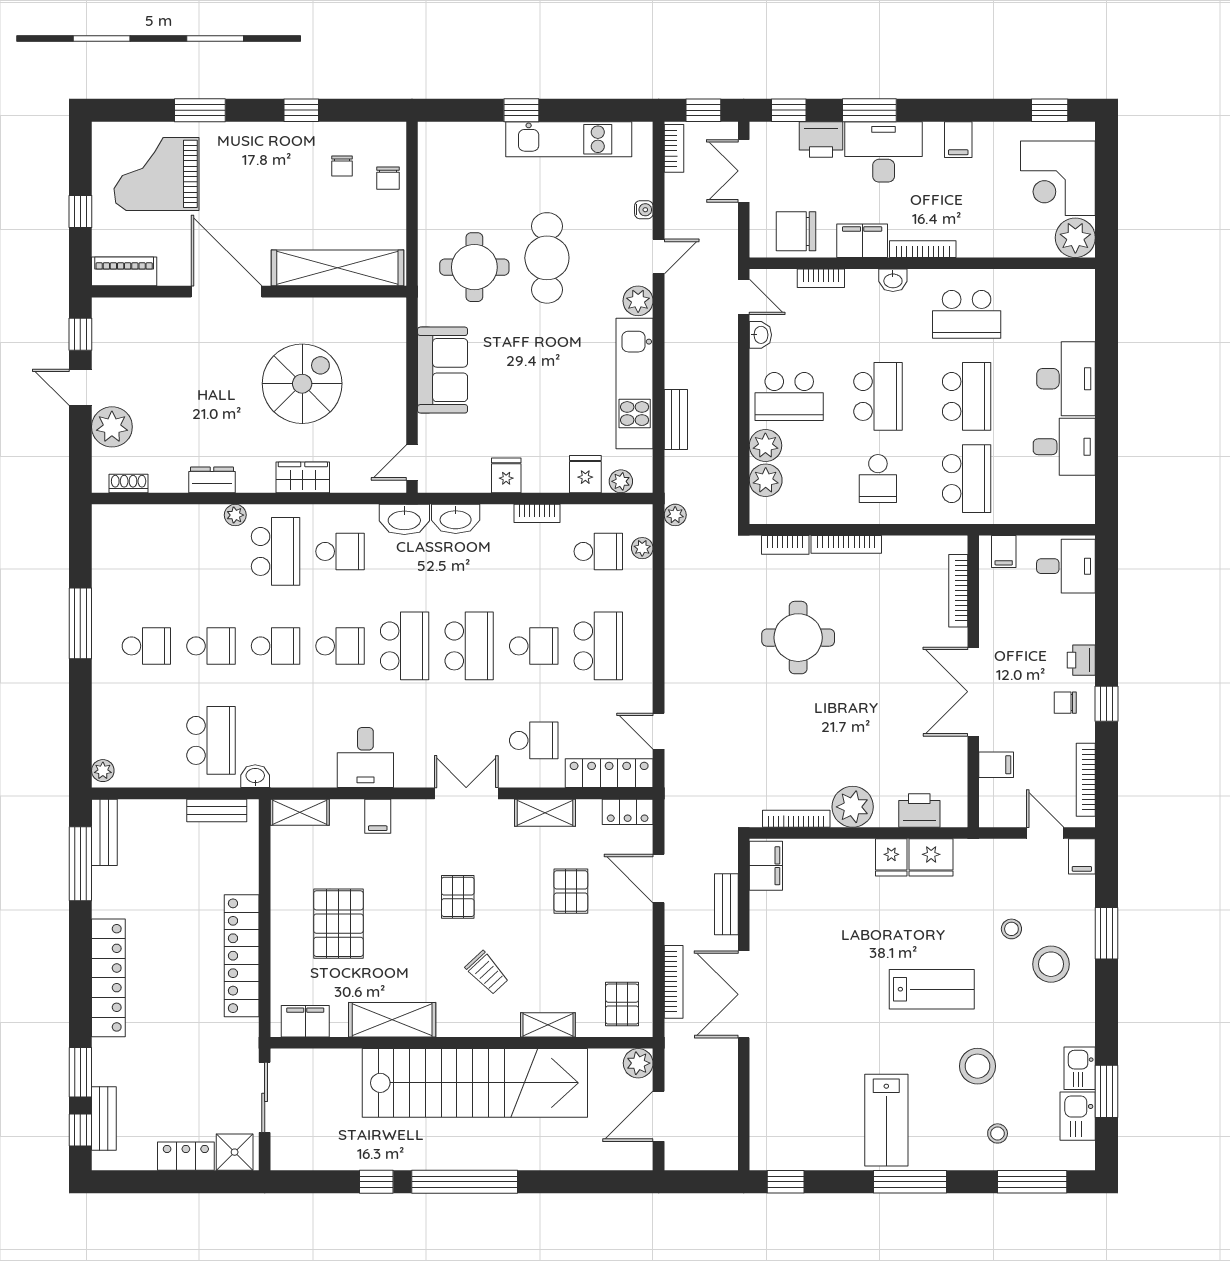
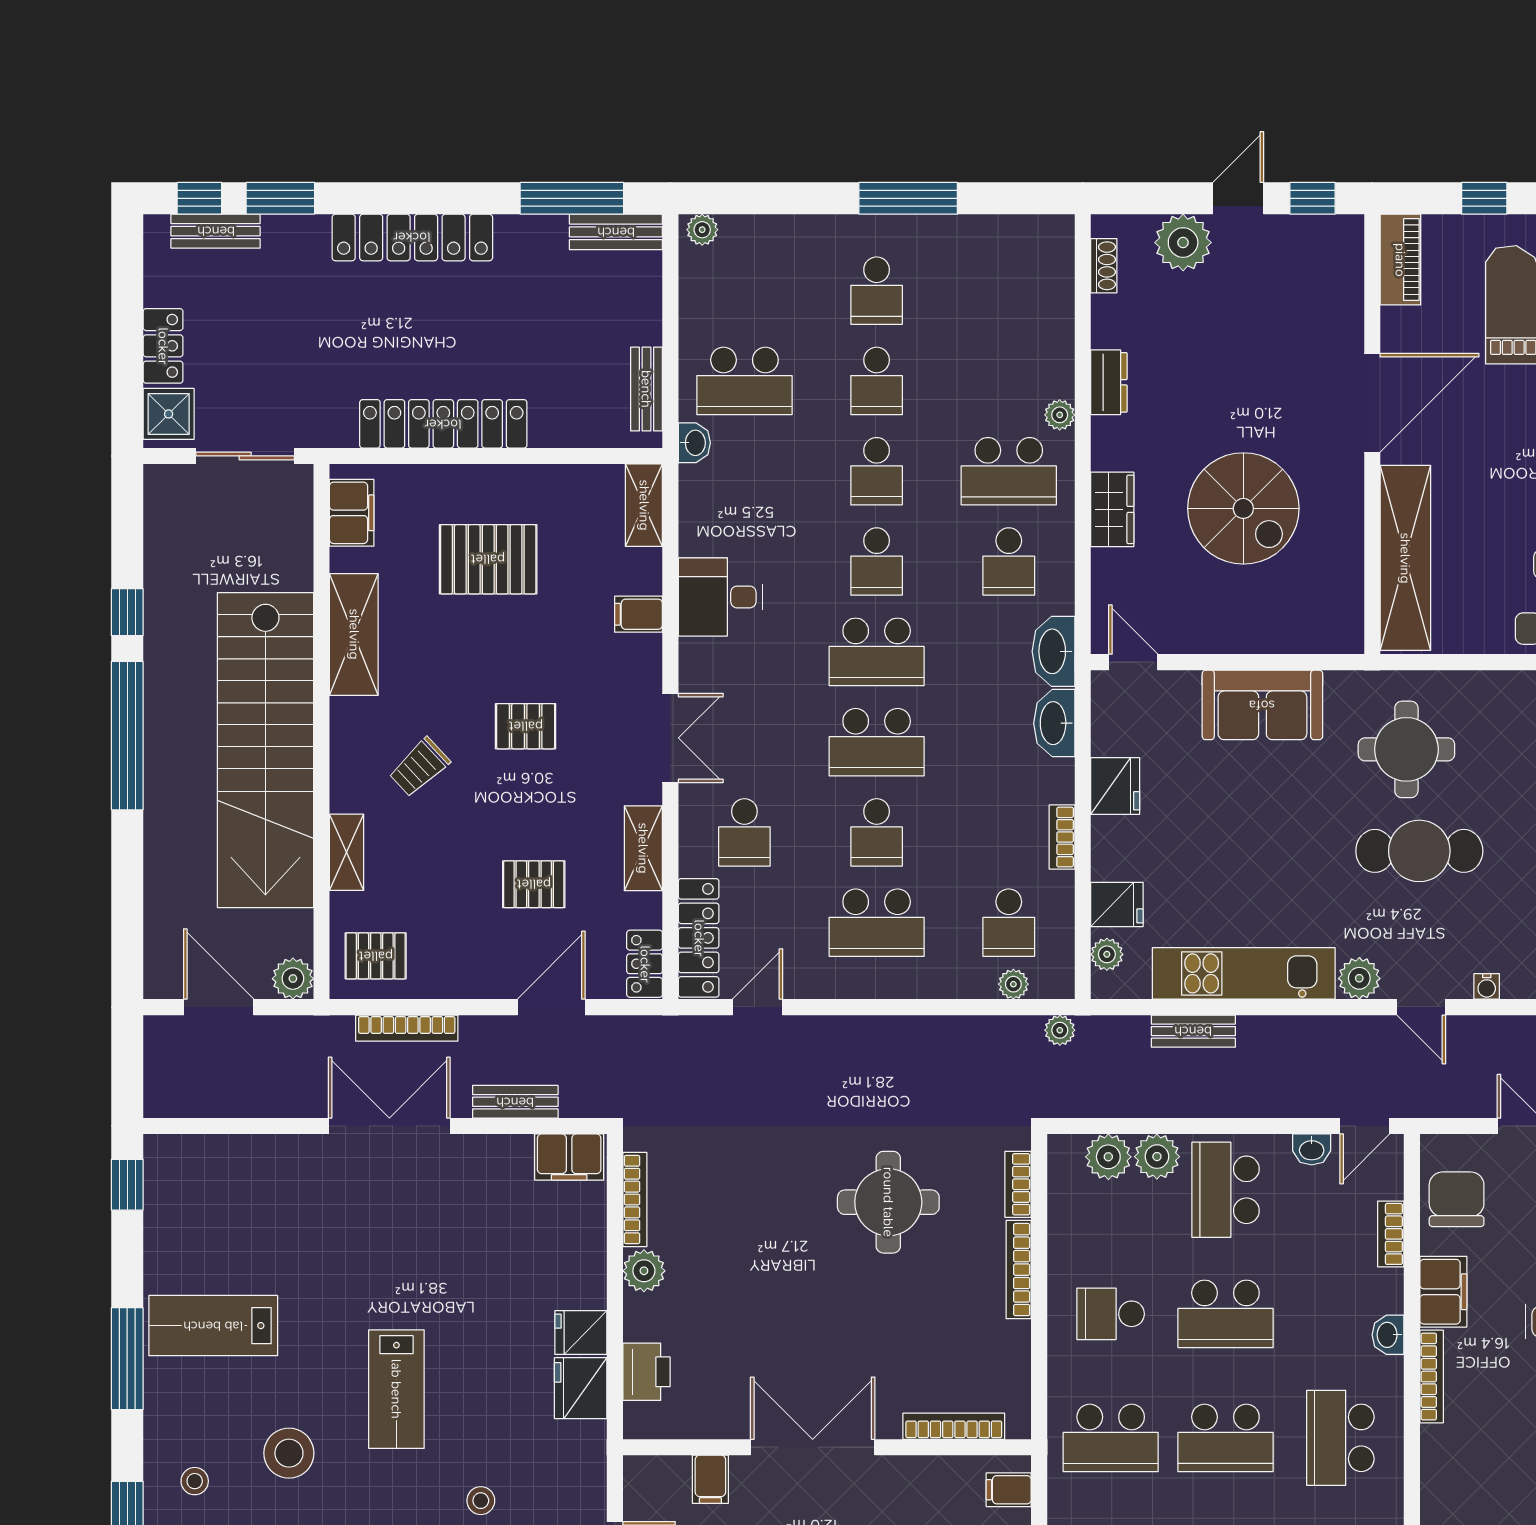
fridge: (506, 475) -> (1115, 786), width x1.38
plant: (853, 807) -> (644, 1271), width x0.73, depth x0.73

